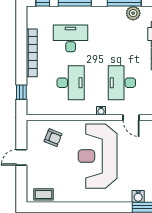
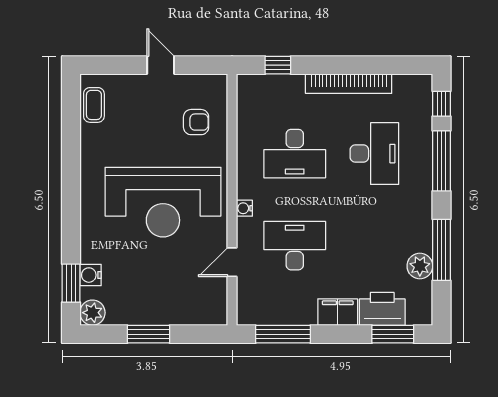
armchair: (53, 138) -> (196, 122), turned -112
reception desk: (98, 156) -> (163, 202), turned 180

